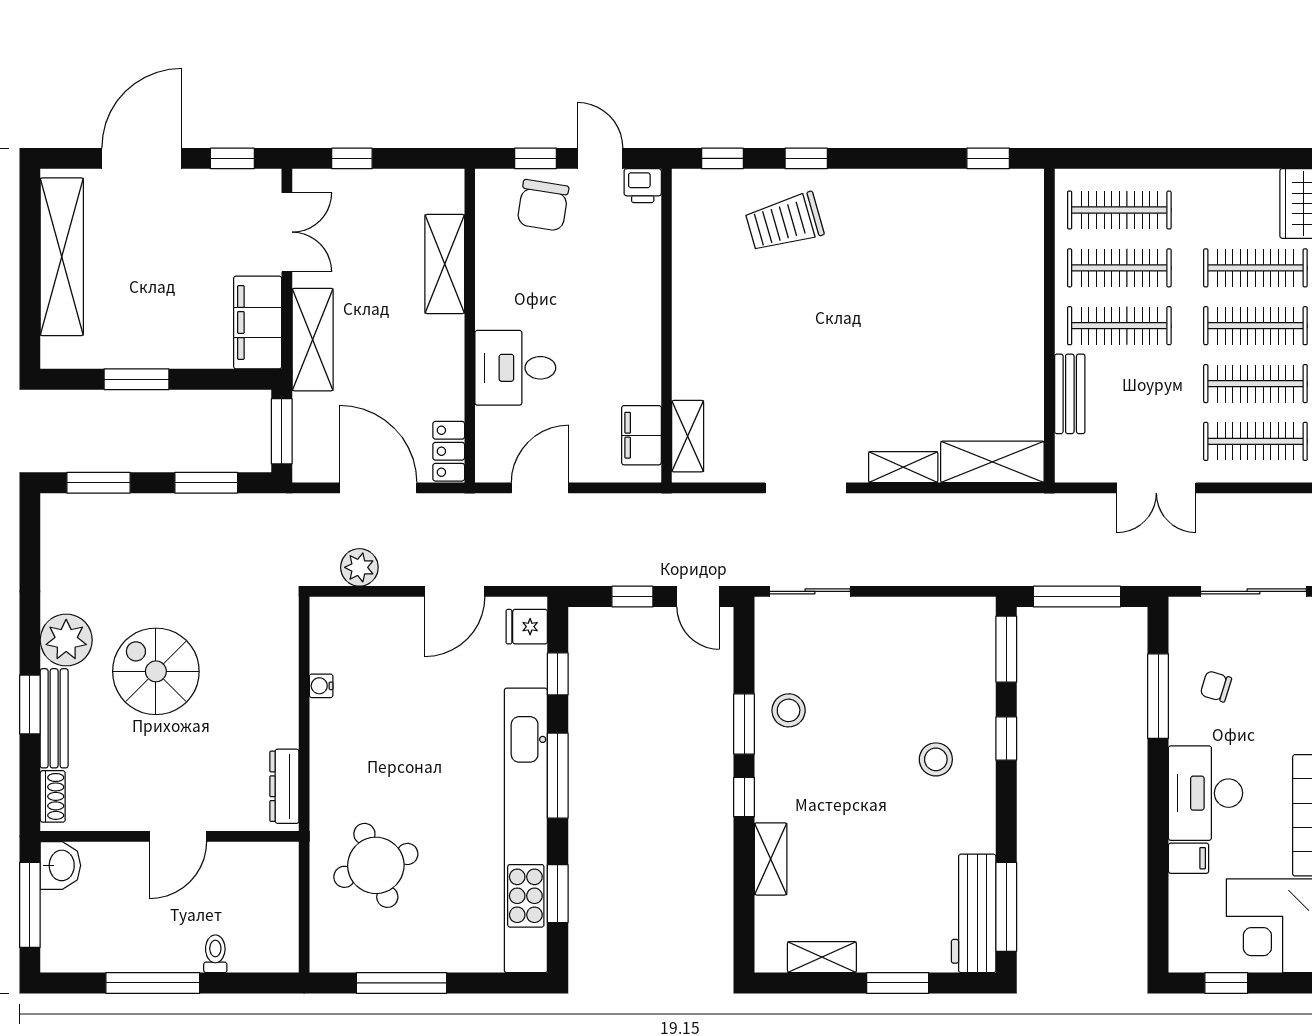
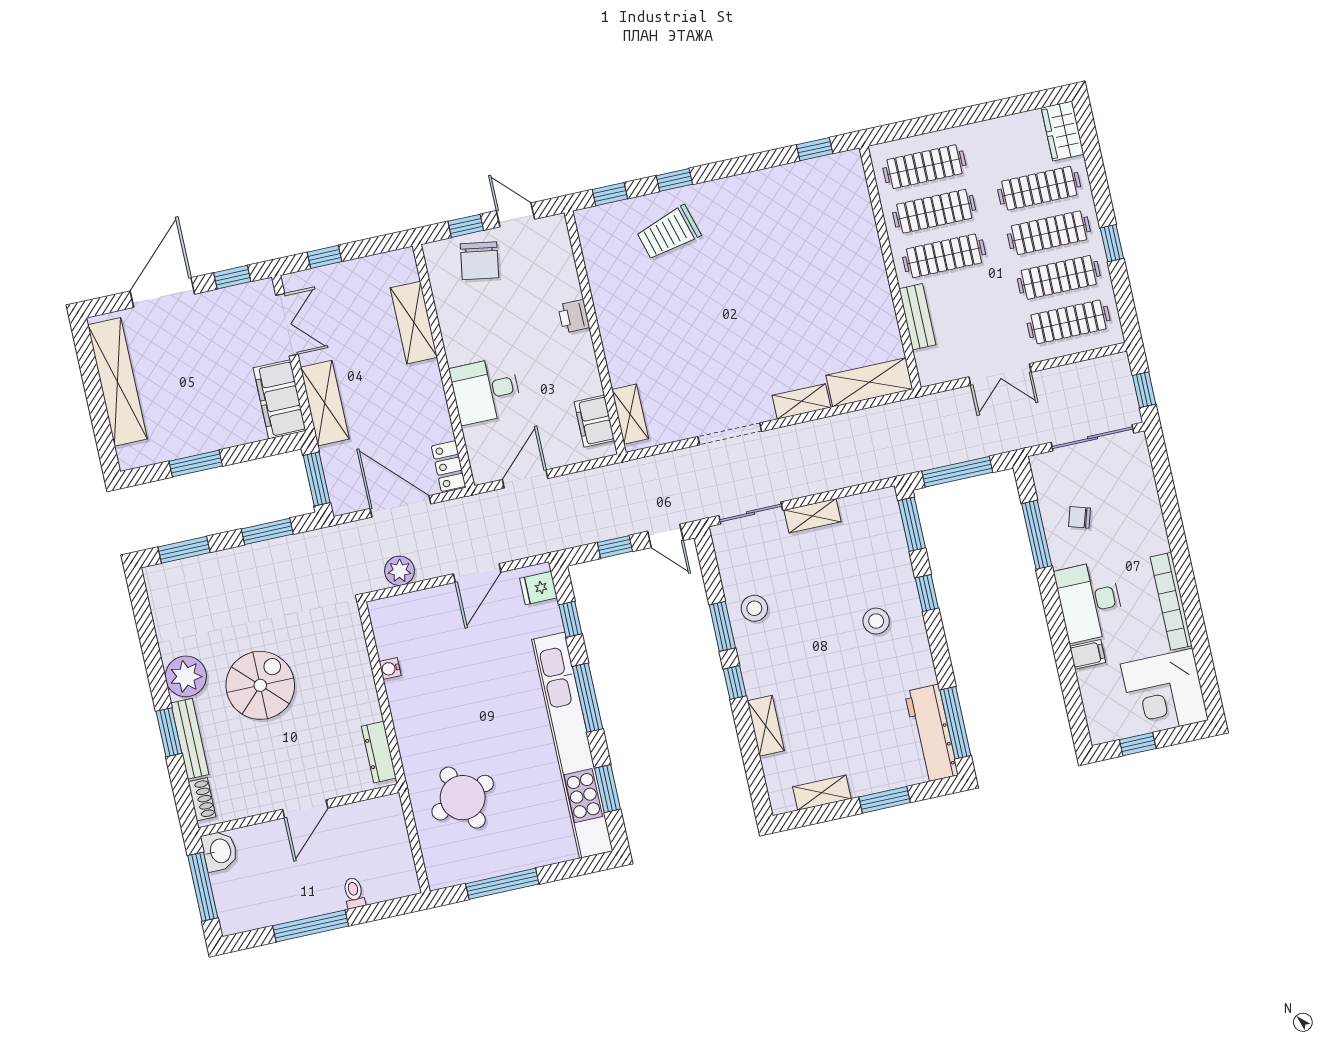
printer: (643, 186) -> (574, 316), moved, turned 90
shelving: (886, 612) -> (812, 516), added
spiral stairs: (156, 671) -> (260, 685), turned 90

